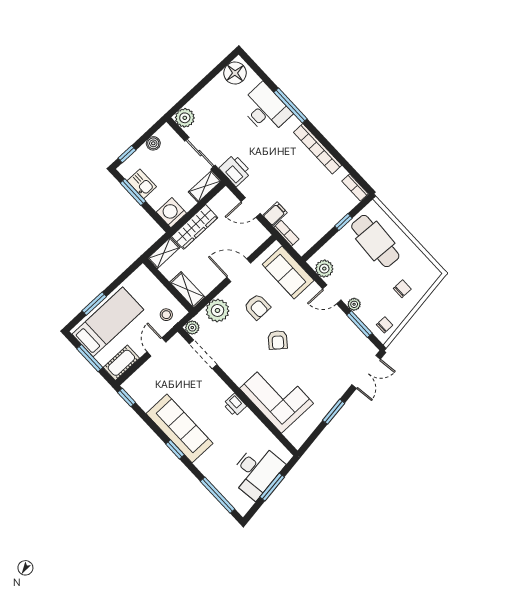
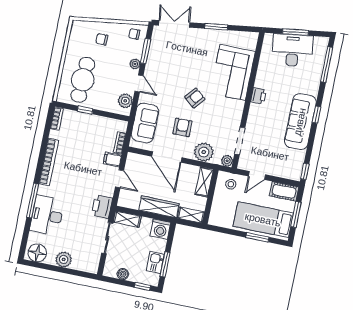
plant: (185, 118) -> (64, 259), moved
door: (239, 270) -> (167, 157), width x1.36

